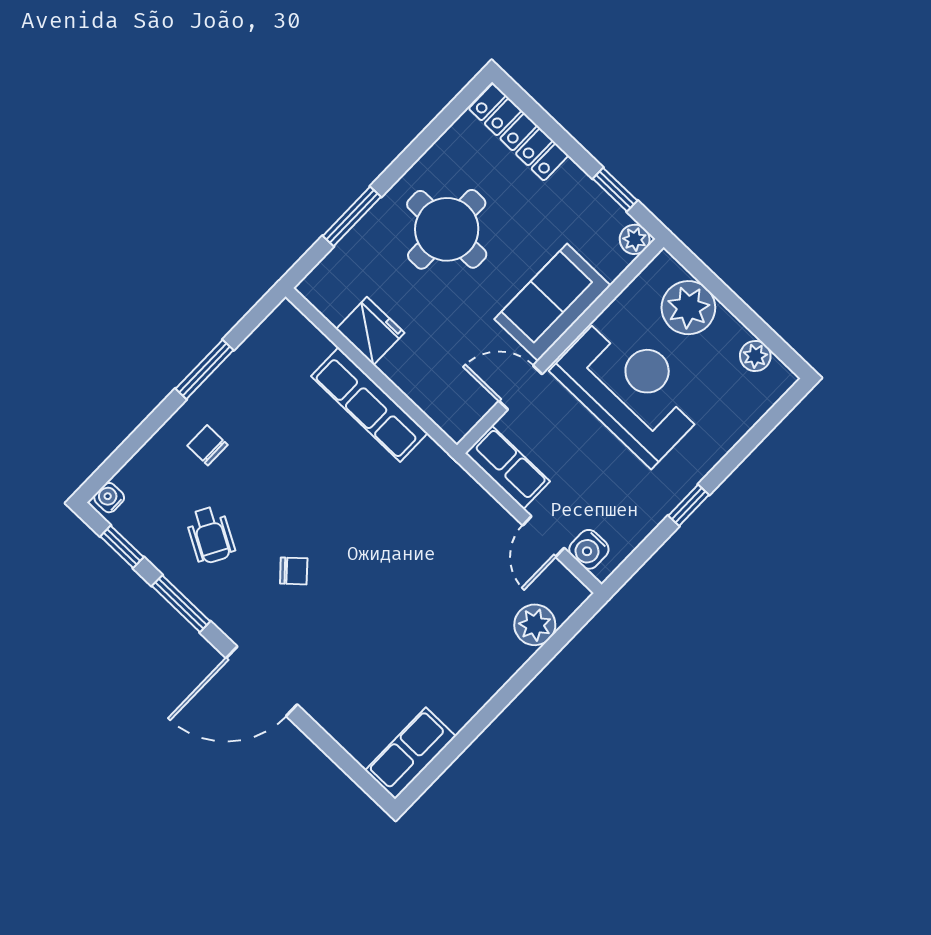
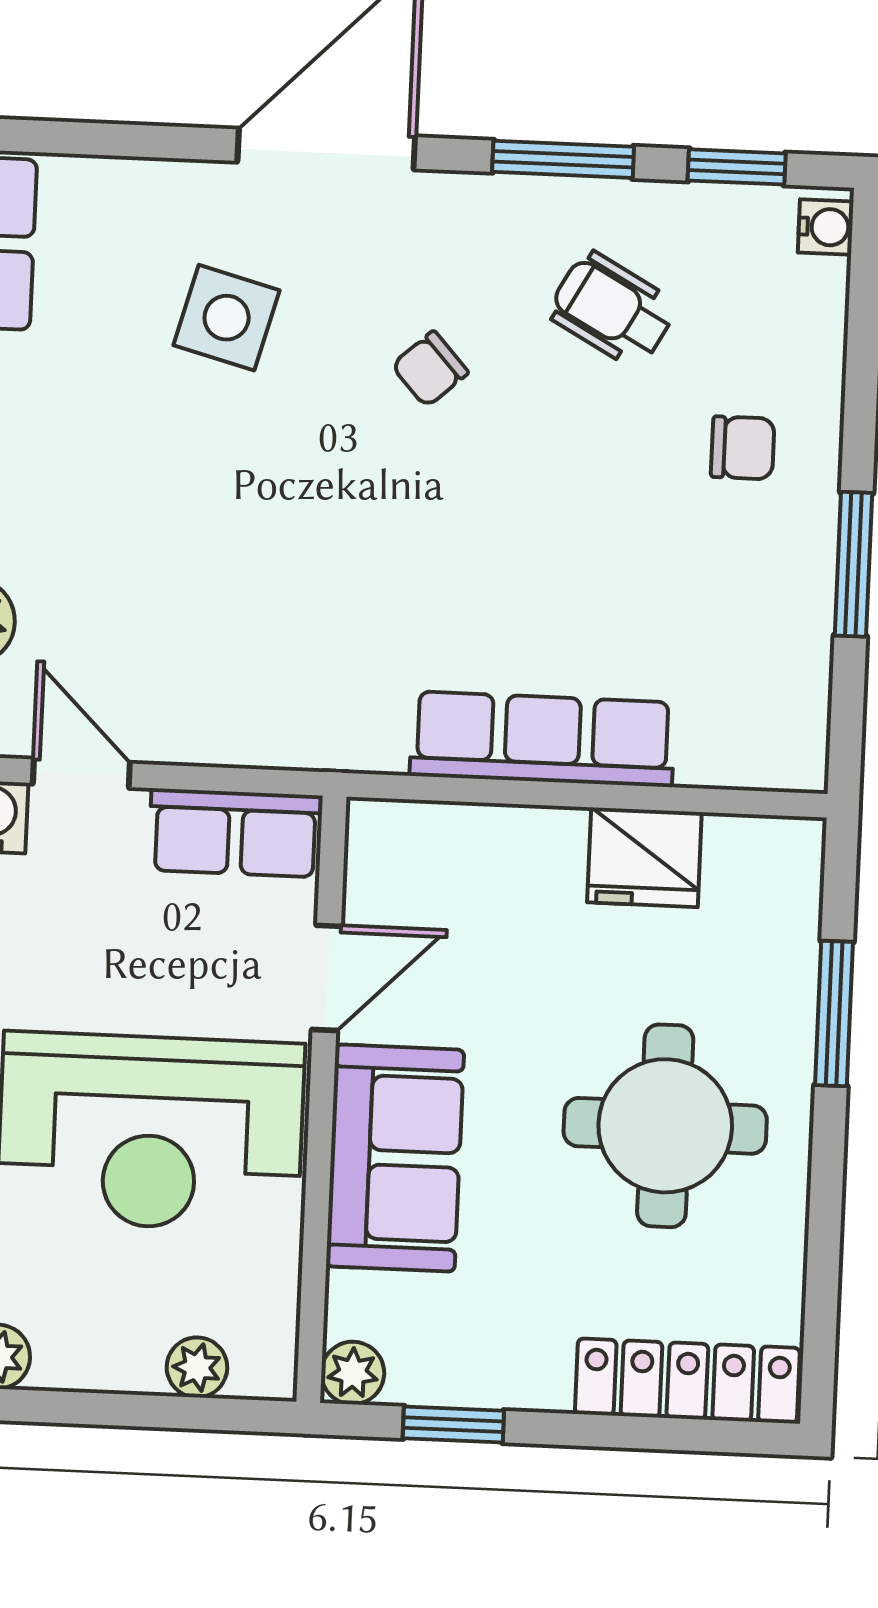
plant: (688, 308) -> (197, 1367), width x0.53, depth x0.53
side table: (350, 653) -> (227, 318), added

